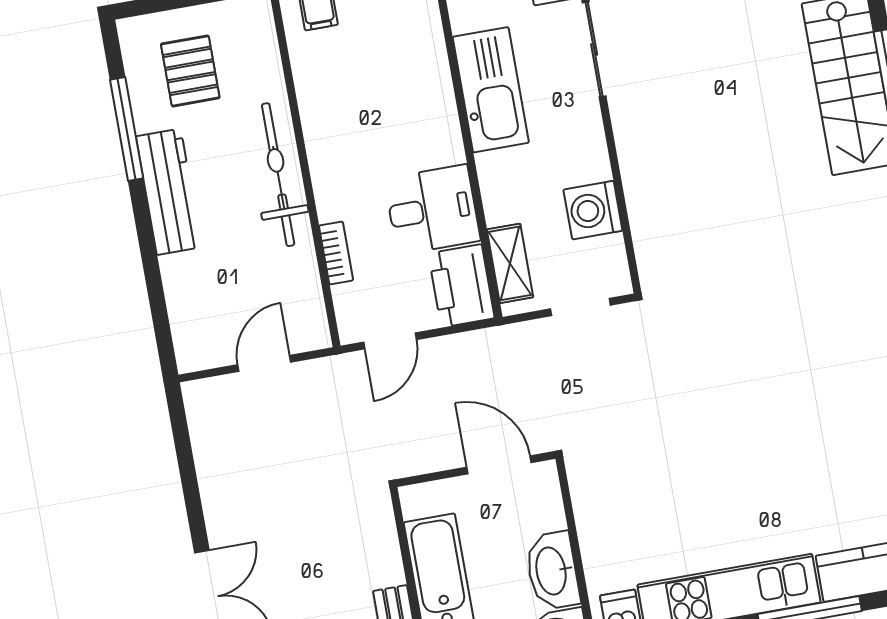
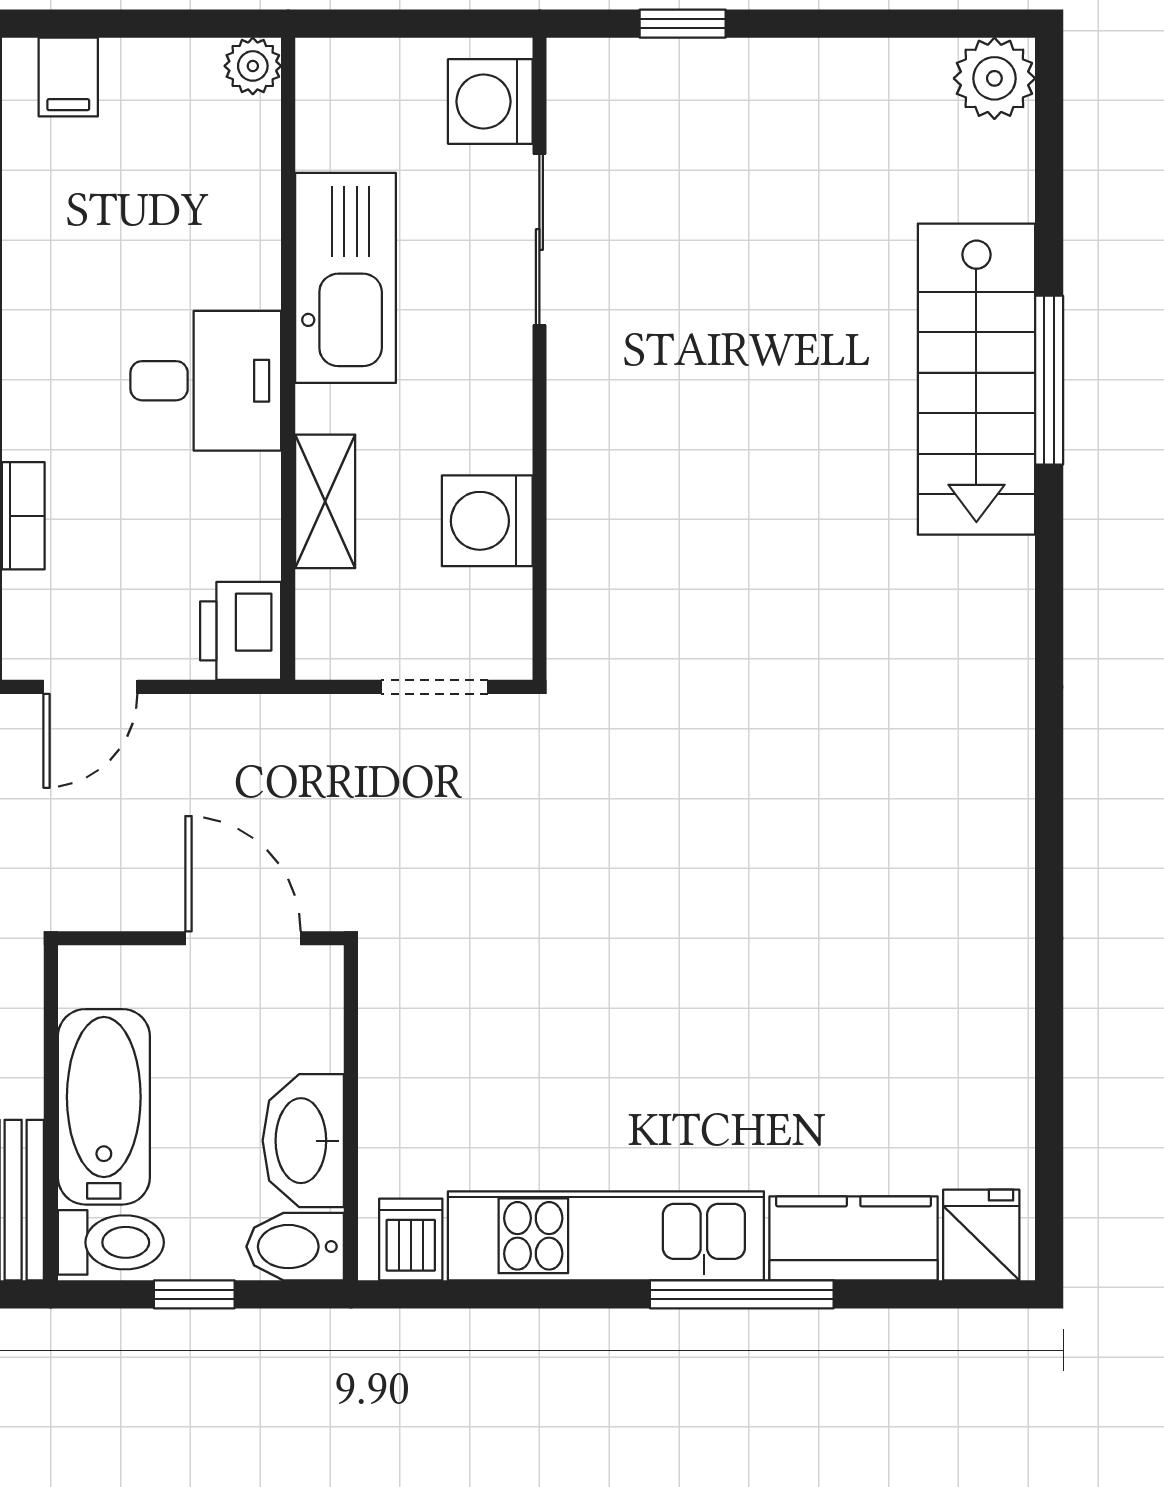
desk: (432, 210) -> (206, 381), moved
shelving: (510, 263) -> (325, 501), moved
printer: (461, 286) -> (241, 631), width x0.73, depth x0.84

